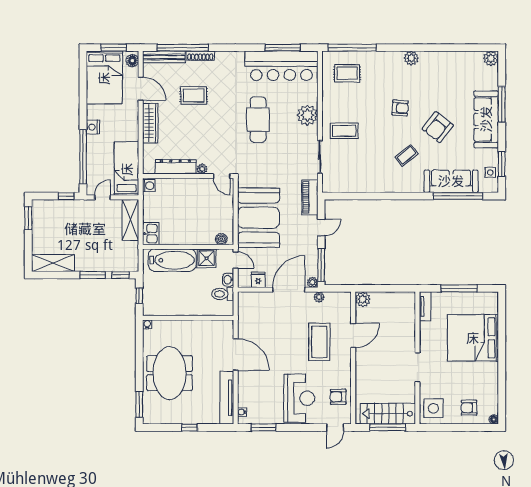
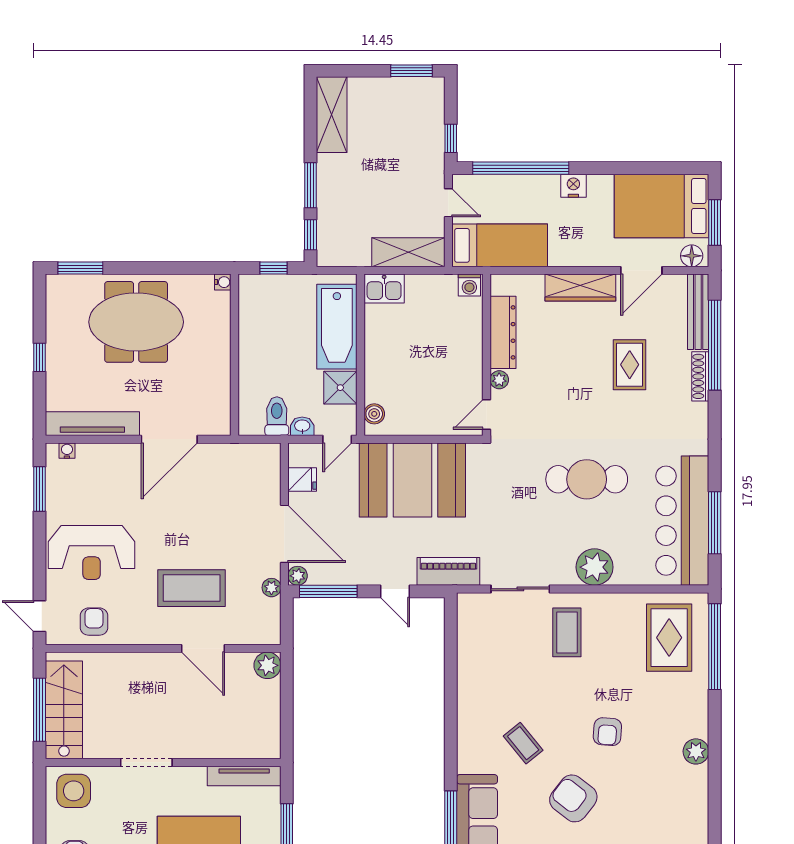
rug: (347, 73) -> (669, 638), width x1.36, depth x1.43
tv unit: (425, 306) -> (244, 776), width x1.41

